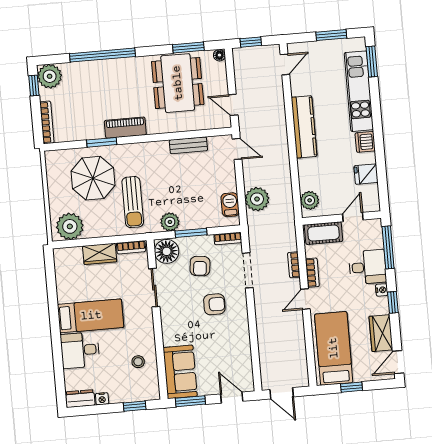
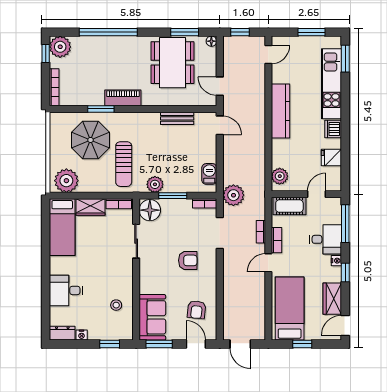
plant: (257, 199) -> (233, 195), moved
armchair: (200, 266) -> (197, 310), moved
bed: (91, 316) -> (62, 227), moved, turned 90

